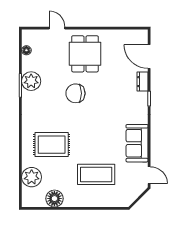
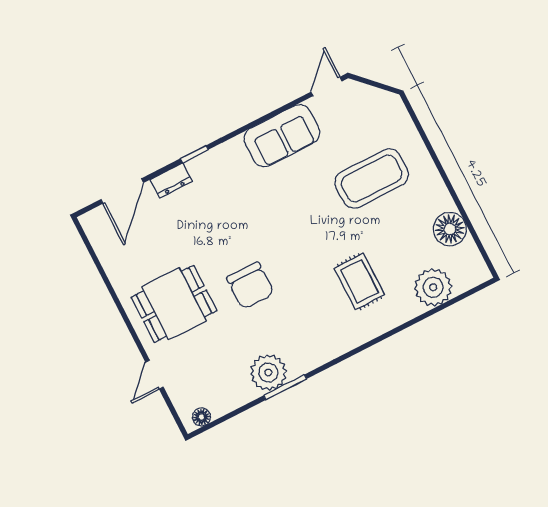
floor lamp: (26, 50) -> (201, 417), moved
rug: (52, 145) -> (359, 281), width x0.73, depth x0.70
coffee table: (96, 174) -> (372, 178), turned 90

